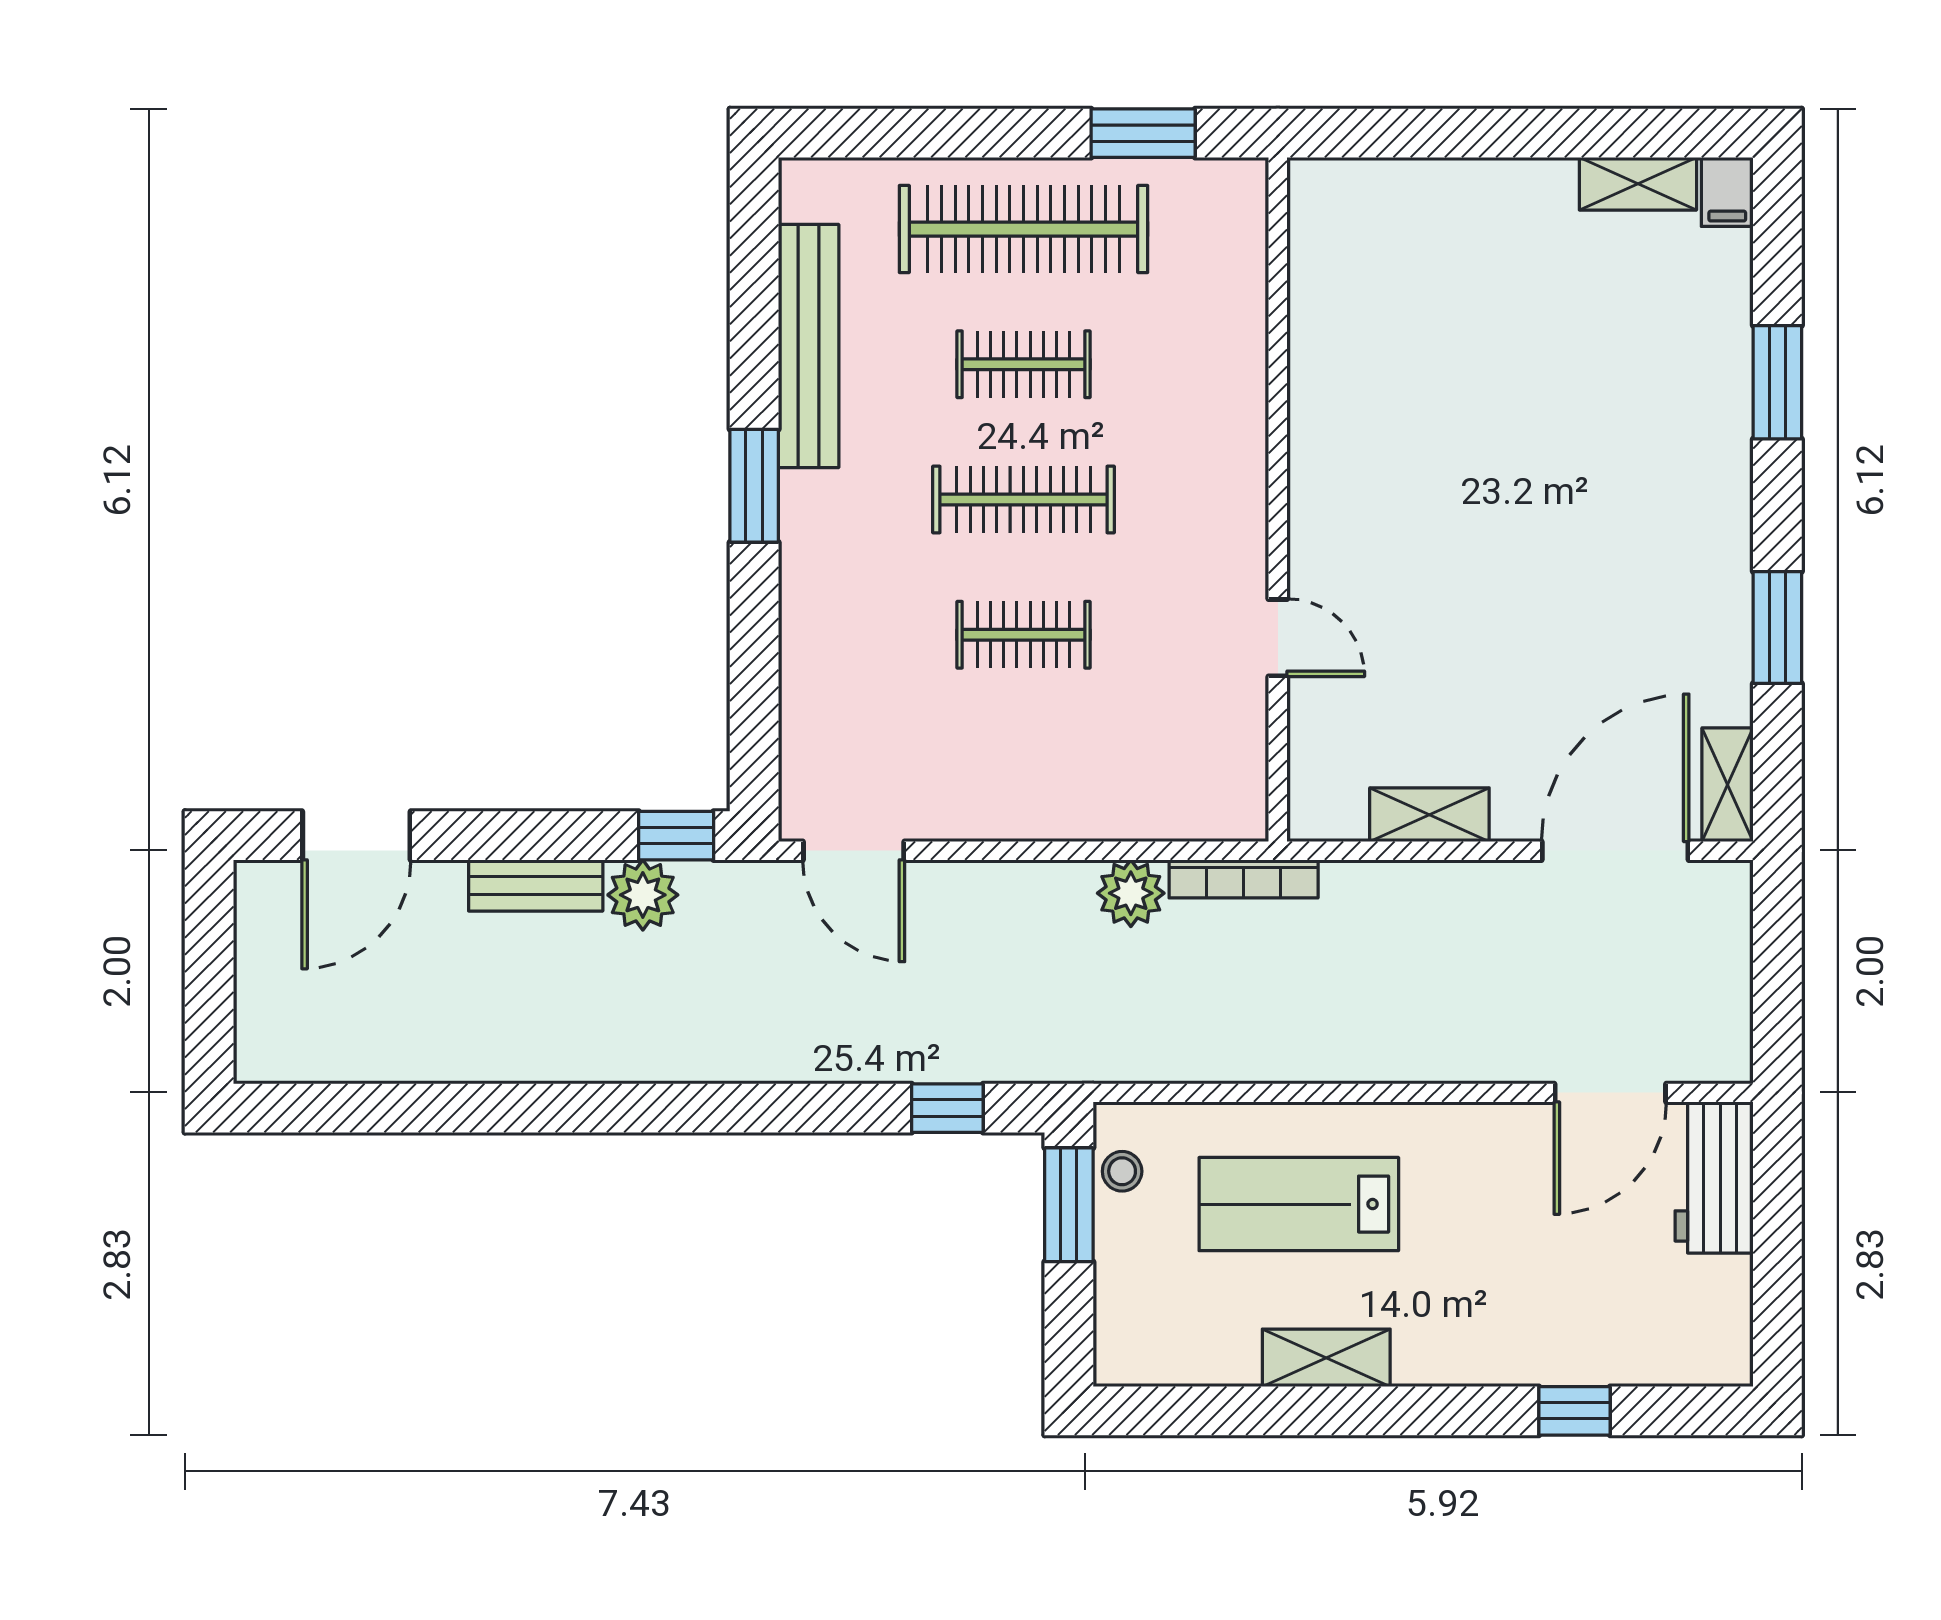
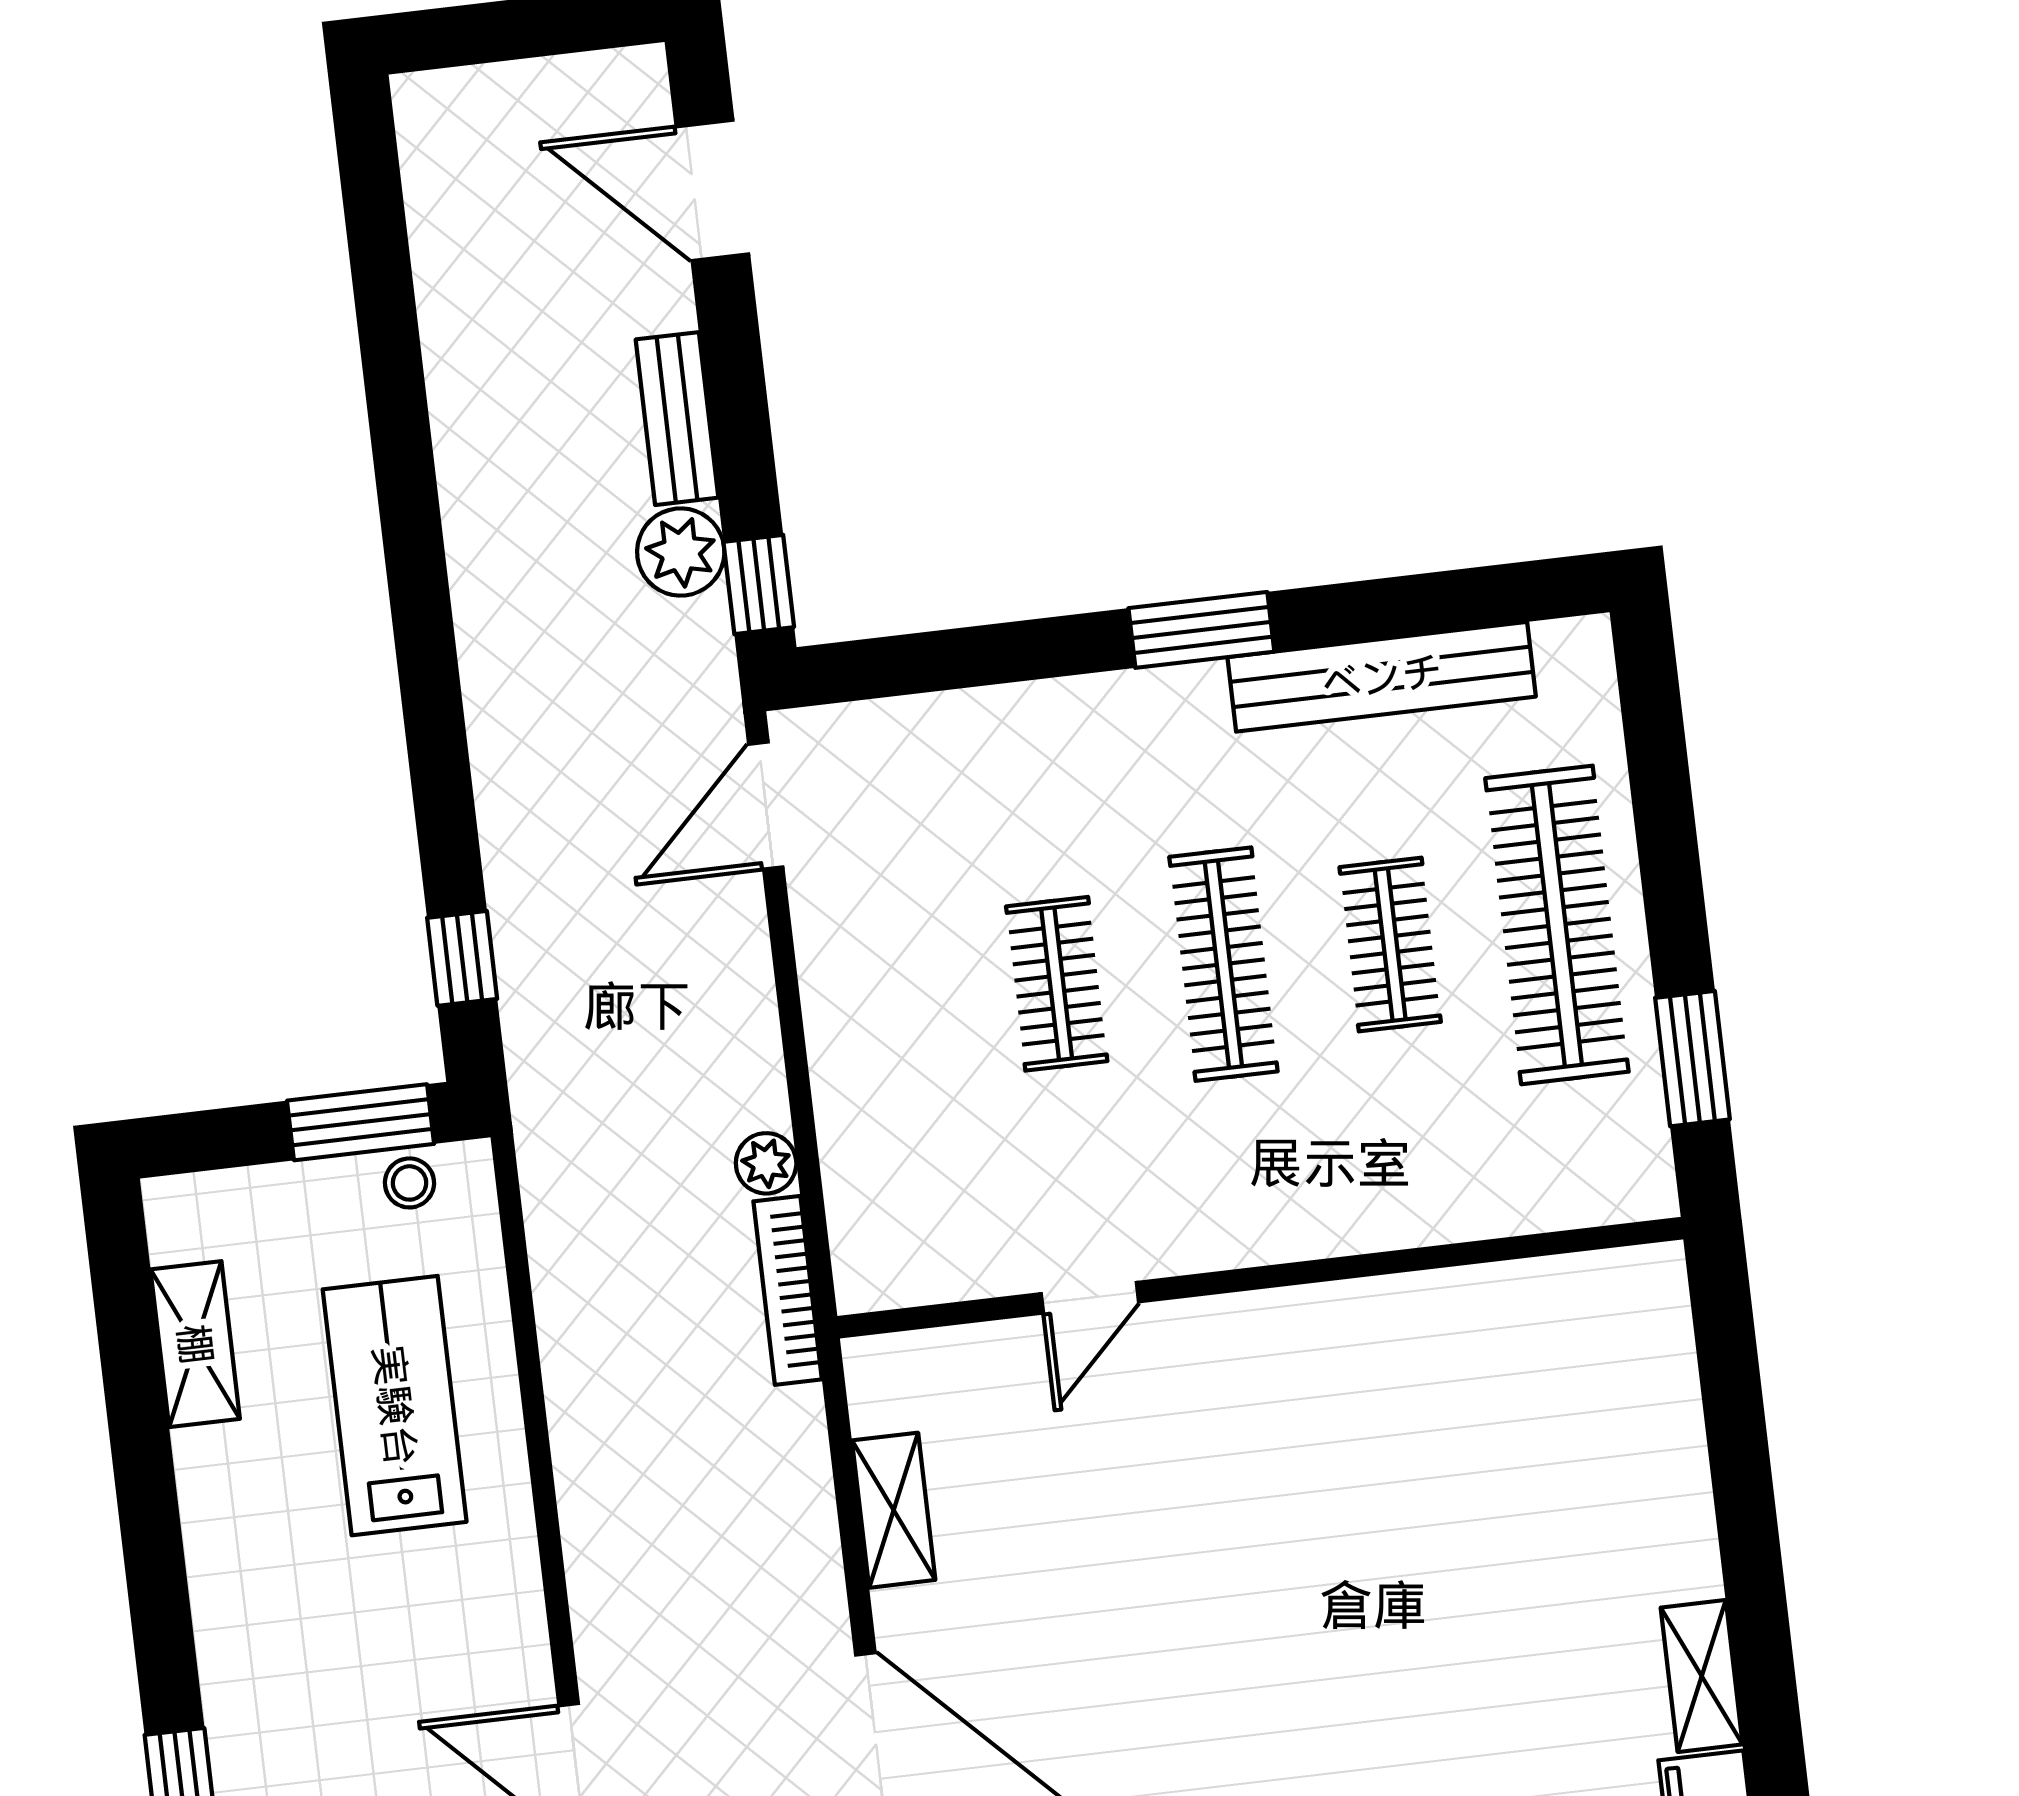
plant: (1131, 893) -> (766, 1163), width x0.73, depth x0.73
shelving: (1326, 1358) -> (195, 1344), moved

